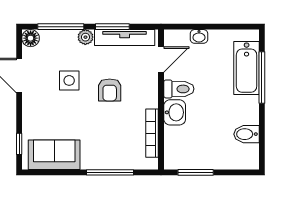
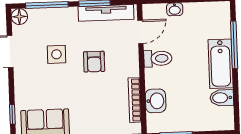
plant: (85, 37) -> (70, 14), removed
bathtub: (247, 68) -> (221, 64), moved
washbasin: (175, 112) -> (156, 101), moved

